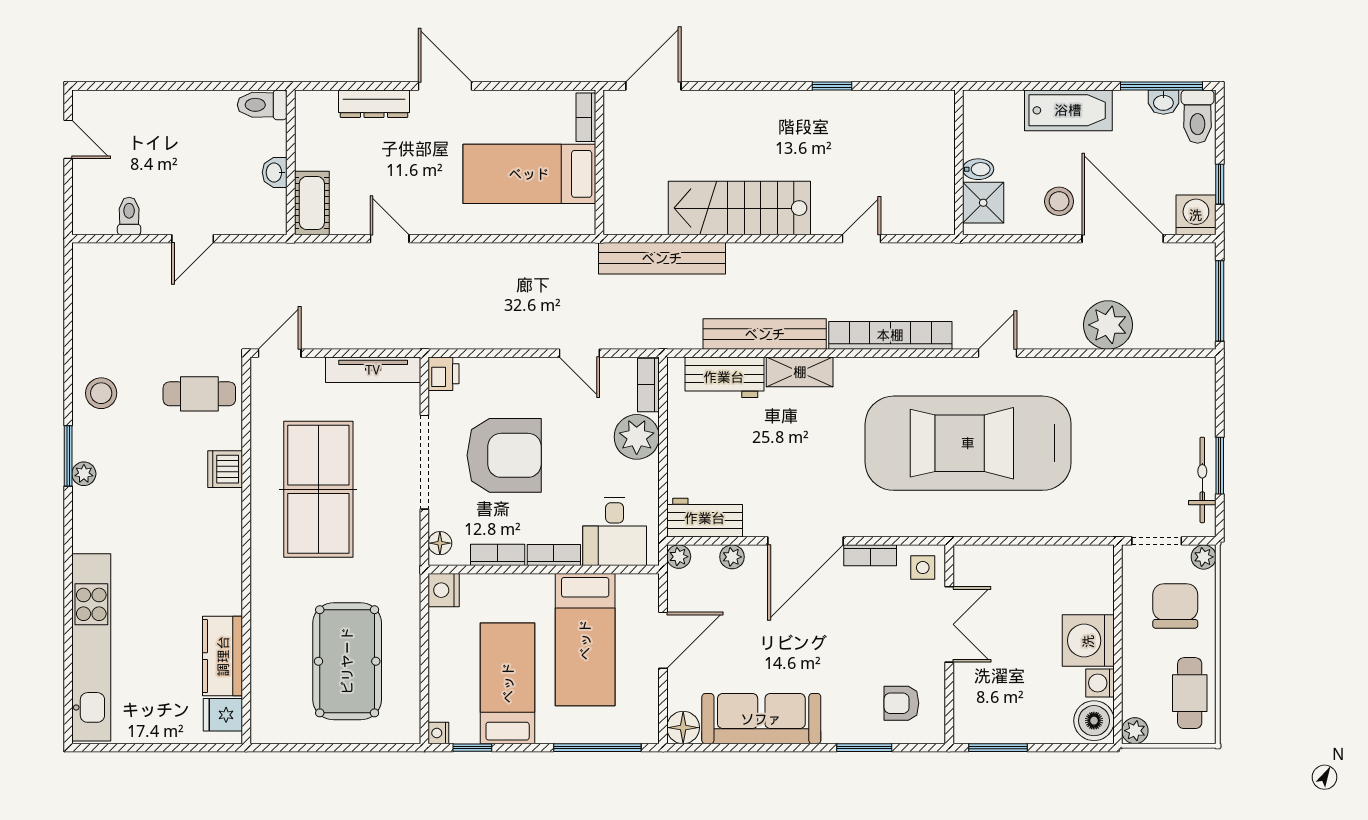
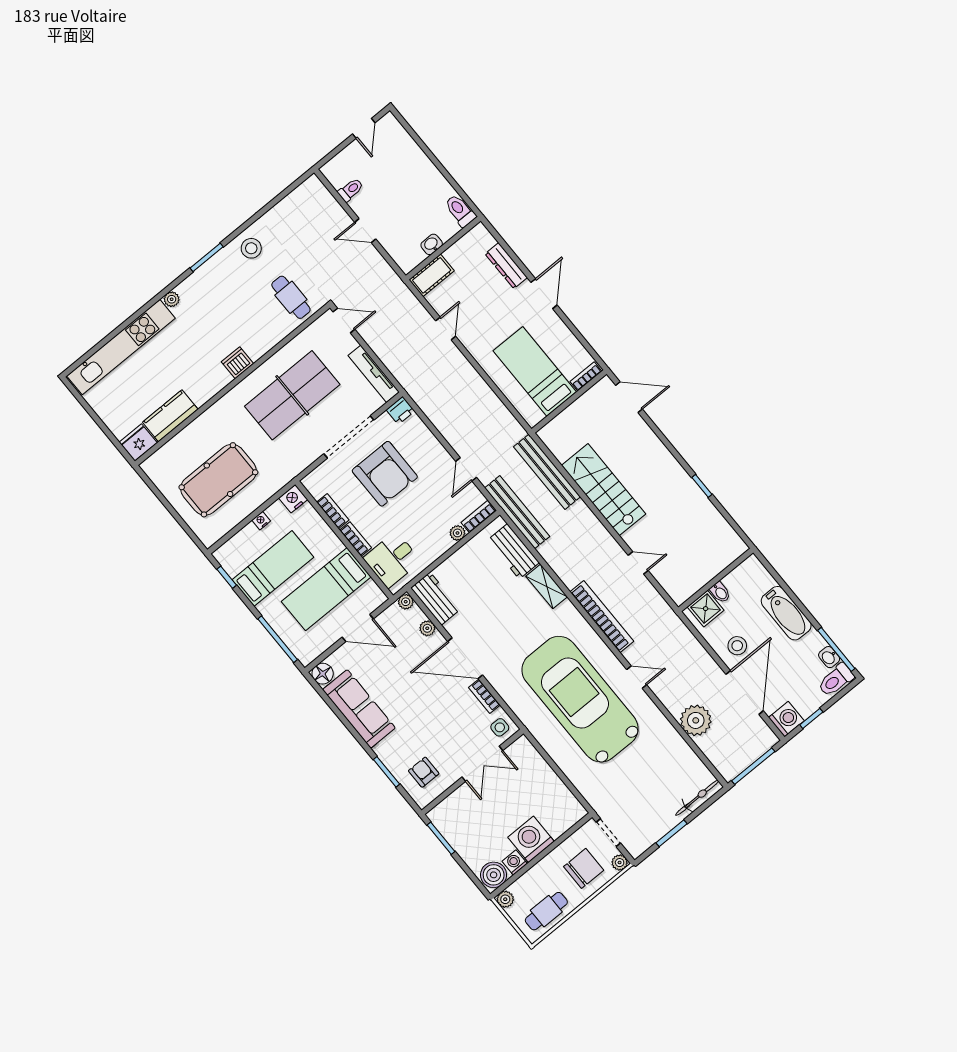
bench: (765, 334) -> (517, 512), moved
plant: (637, 437) -> (457, 533), width x0.53, depth x0.53
dishwasher: (225, 469) -> (237, 363), moved
plant: (84, 474) -> (172, 299), moved
bicycle: (1202, 480) -> (697, 798), moved
floor lamp: (440, 543) -> (315, 478), removed
fridge: (223, 715) -> (138, 442), width x1.38
nightstand: (438, 733) -> (261, 521), moved

